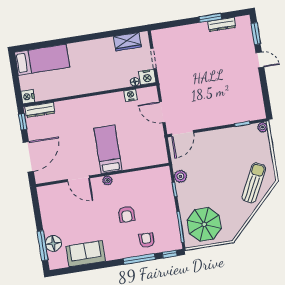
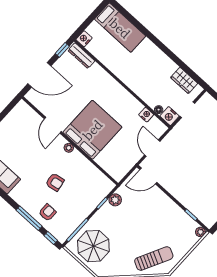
bed: (108, 149) -> (92, 130), width x2.04
armchair: (126, 214) -> (55, 182), turned -100

